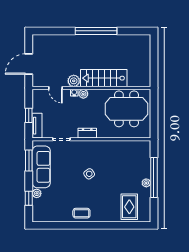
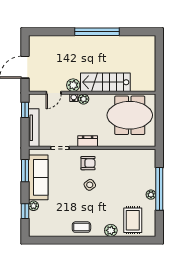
door: (55, 88) -> (54, 93), hinge flipped
window: (29, 115) -> (25, 110), moved
tv unit: (37, 126) -> (34, 128), width x1.41
armchair: (88, 154) -> (88, 163), added
plant: (109, 216) -> (111, 230), added

